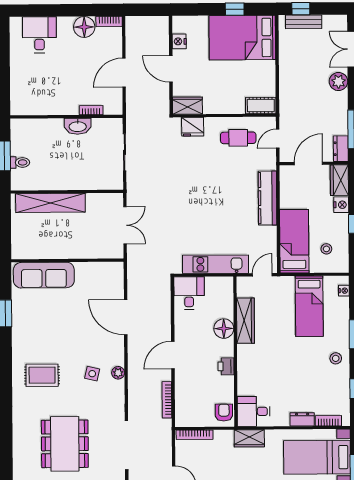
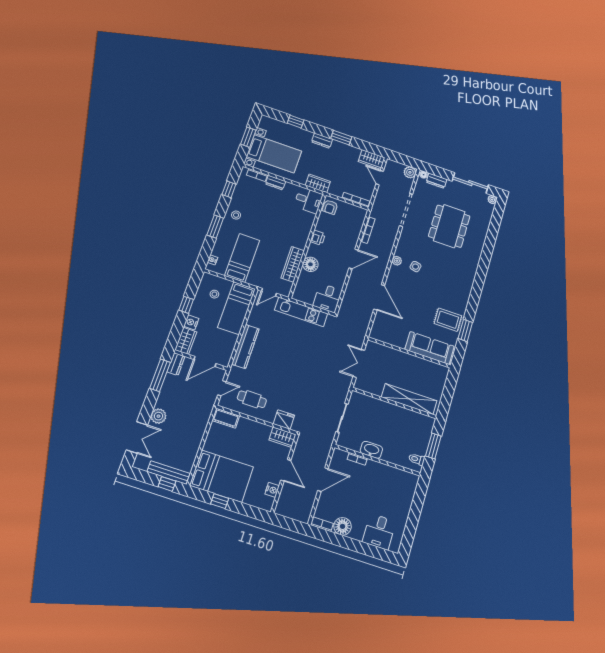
bench: (304, 22) -> (169, 473), width x1.36
toilet: (20, 162) -> (417, 459), moved
rug: (42, 375) -> (448, 320), moved

